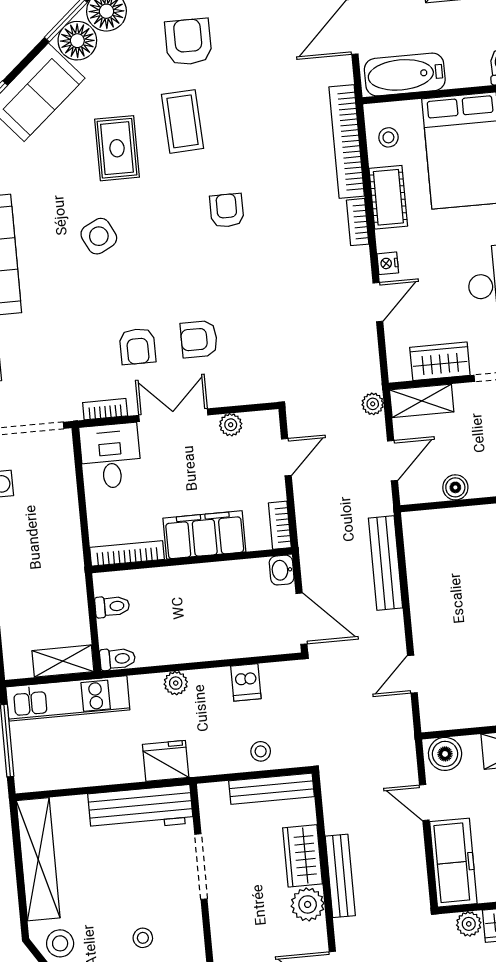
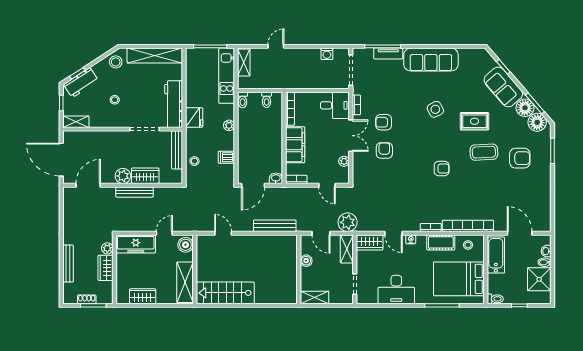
wardrobe: (440, 361) -> (370, 242), moved, turned 90
plant: (373, 404) -> (348, 222), width x1.87, depth x1.87
shelving: (63, 661) -> (244, 63), moved
bench: (272, 789) -> (177, 150), moved

